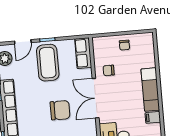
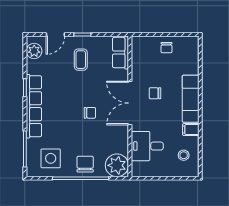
coffee table: (48, 63) -> (81, 60), width x0.54, depth x0.58
chair: (109, 70) -> (155, 93), moved
chair: (60, 110) -> (90, 113), width x0.54, depth x0.54

